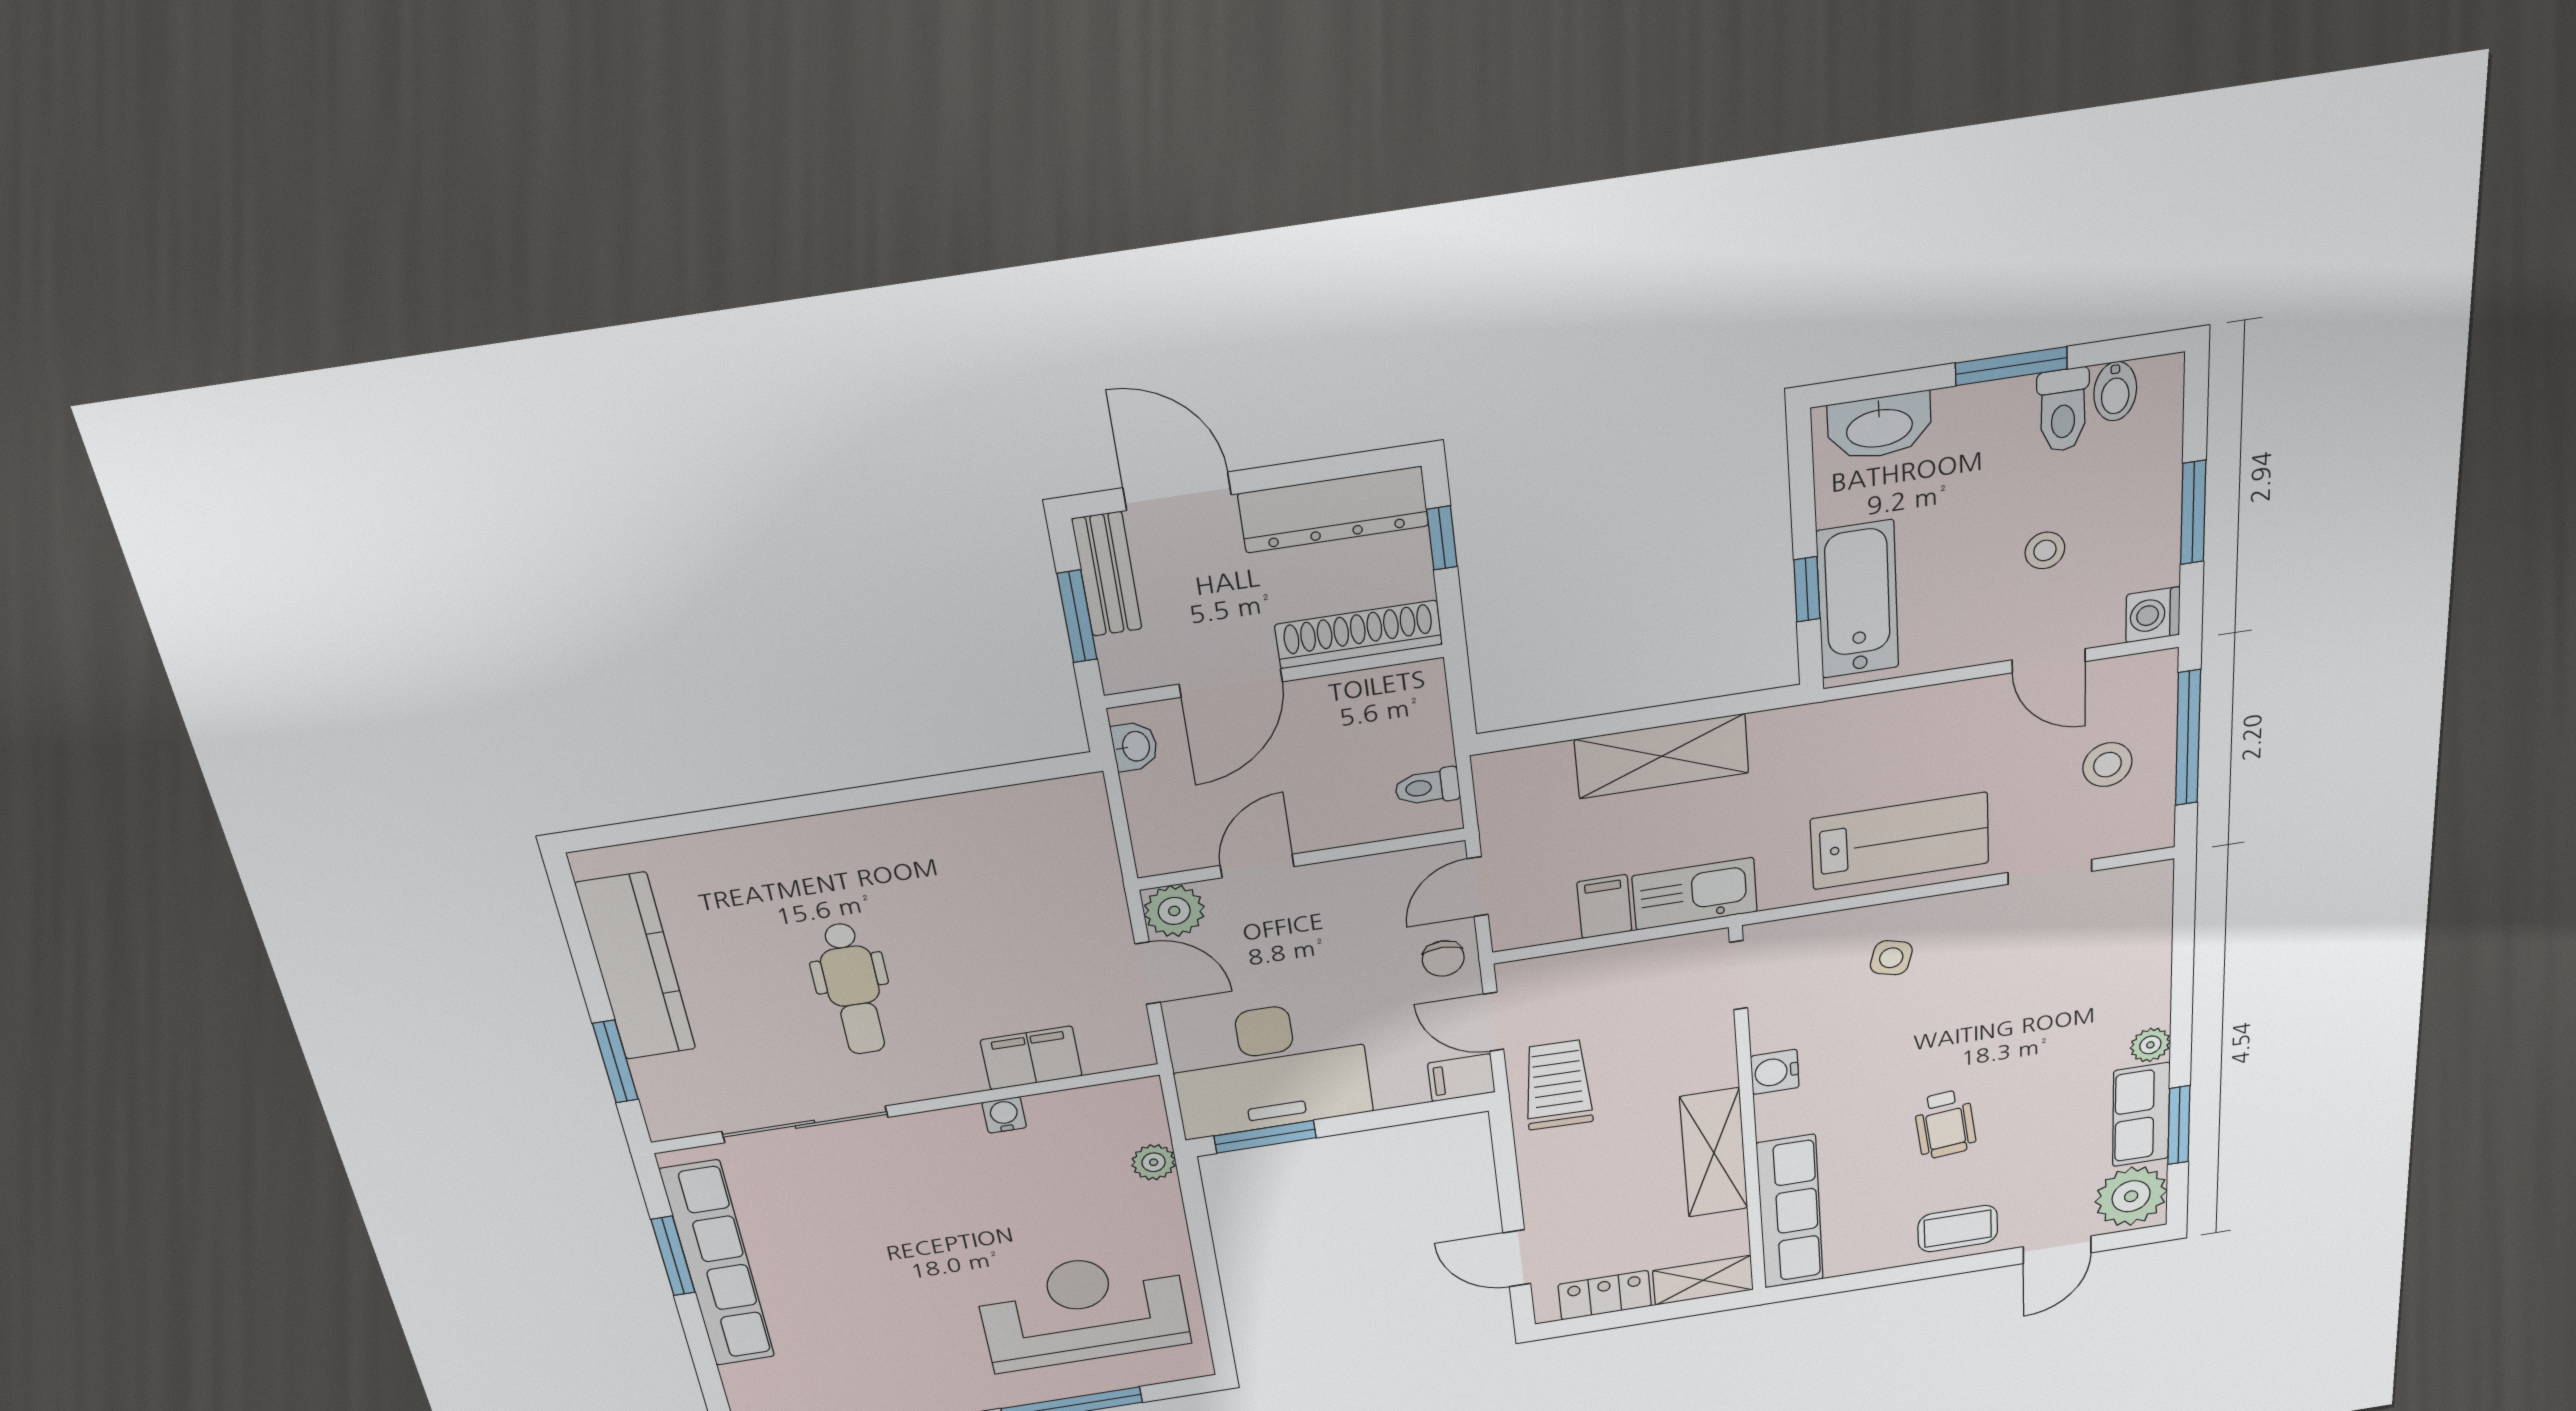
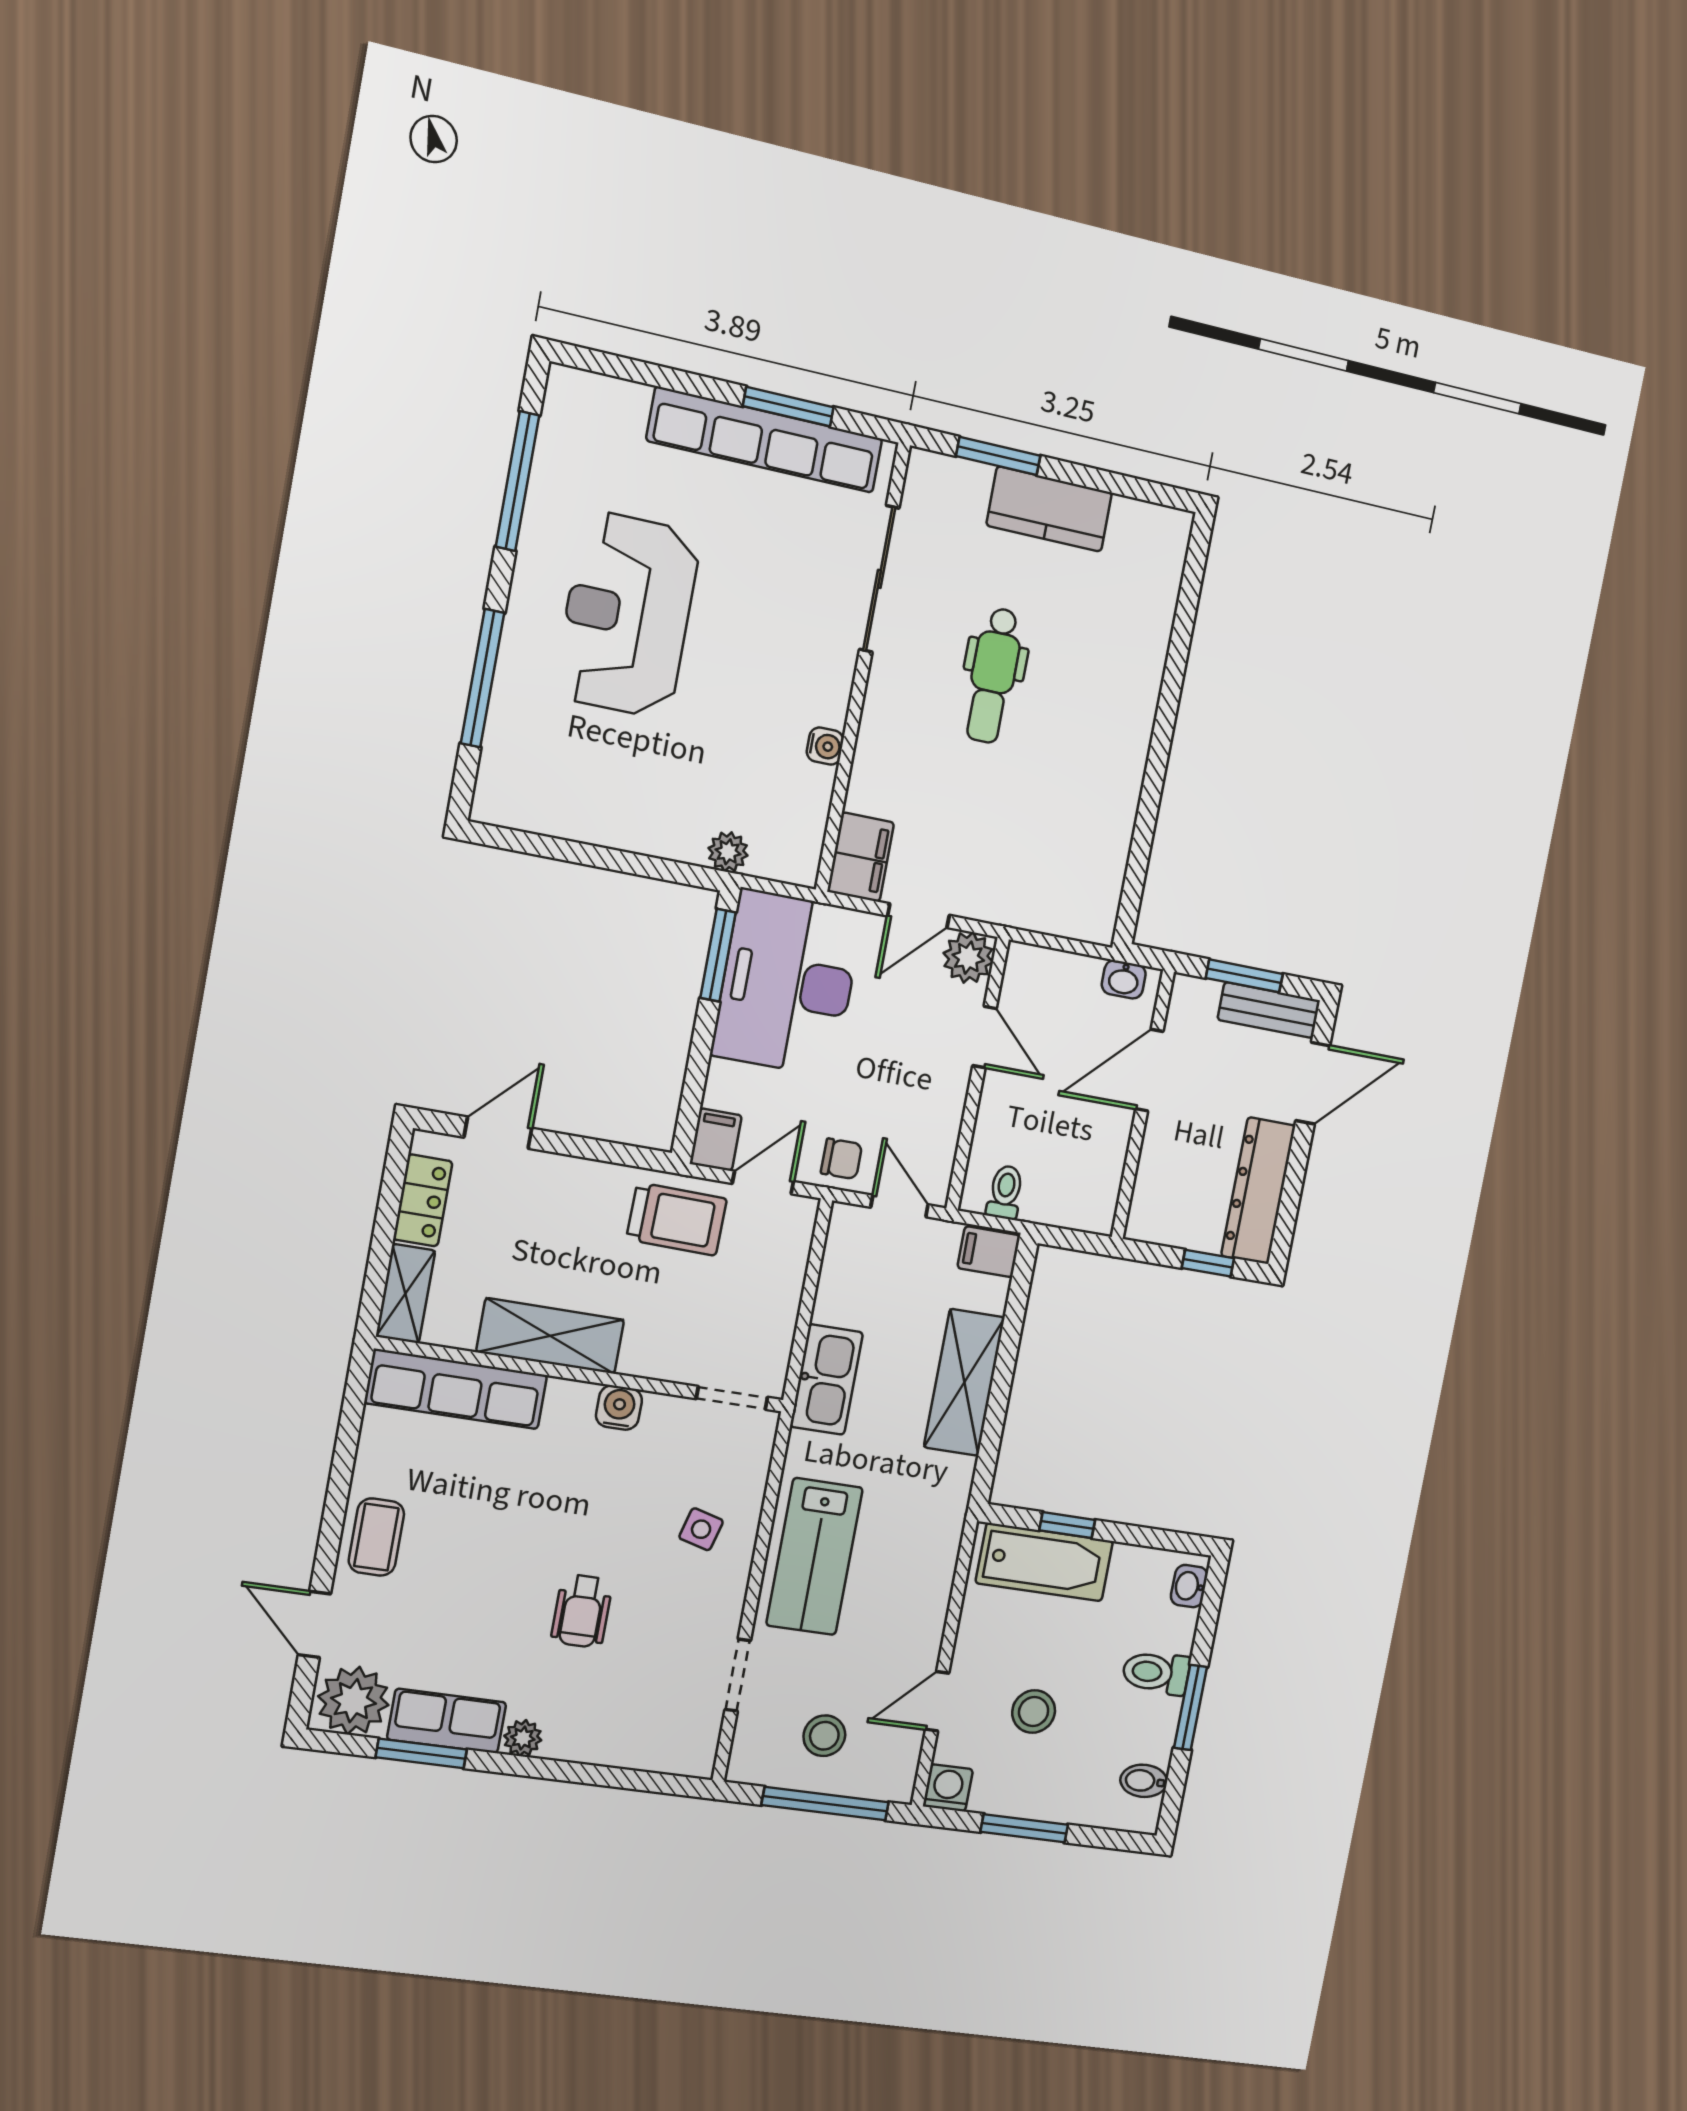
toilet: (2063, 410) -> (1156, 1673), moved
washbasin: (1879, 427) -> (1189, 1586), width x0.52, depth x0.69
stool: (2045, 550) -> (1034, 1712), width x1.37, depth x1.37
shoe rack: (1358, 635) -> (1154, 1178), removed
door: (1231, 683) -> (1149, 1070), hinge flipped
filing cabinet: (1604, 907) -> (989, 1252), moved, turned 180
chair: (1443, 958) -> (841, 1159), turned 180
kitchen counter: (636, 967) -> (1049, 509), width x0.67
dental chair: (853, 989) -> (993, 675), turned -90
filing cabinet: (1031, 1058) -> (861, 857), moved
wheelchair: (1945, 1124) -> (582, 1611), moved, turned -84
reception desk: (1083, 1310) -> (627, 615), moved, turned 180

